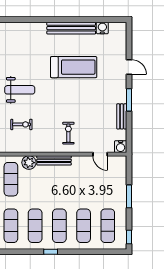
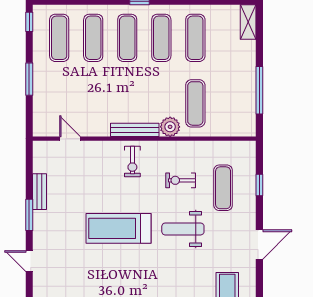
treadmill: (74, 67) -> (119, 228), moved
exercise bike: (68, 133) -> (132, 162), moved
water cooler: (121, 147) -> (41, 149), removed

